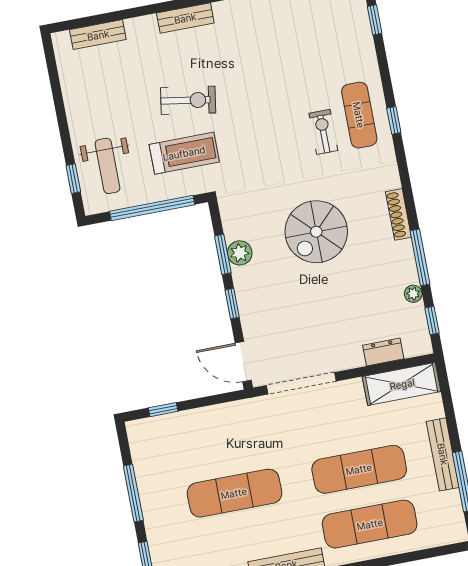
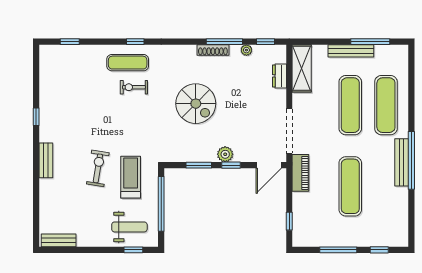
bench: (98, 35) -> (59, 240), moved, turned 90
shoe rack: (398, 214) -> (213, 50), moved
plant: (240, 253) -> (225, 154), moved
piano: (241, 413) -> (300, 173), added

